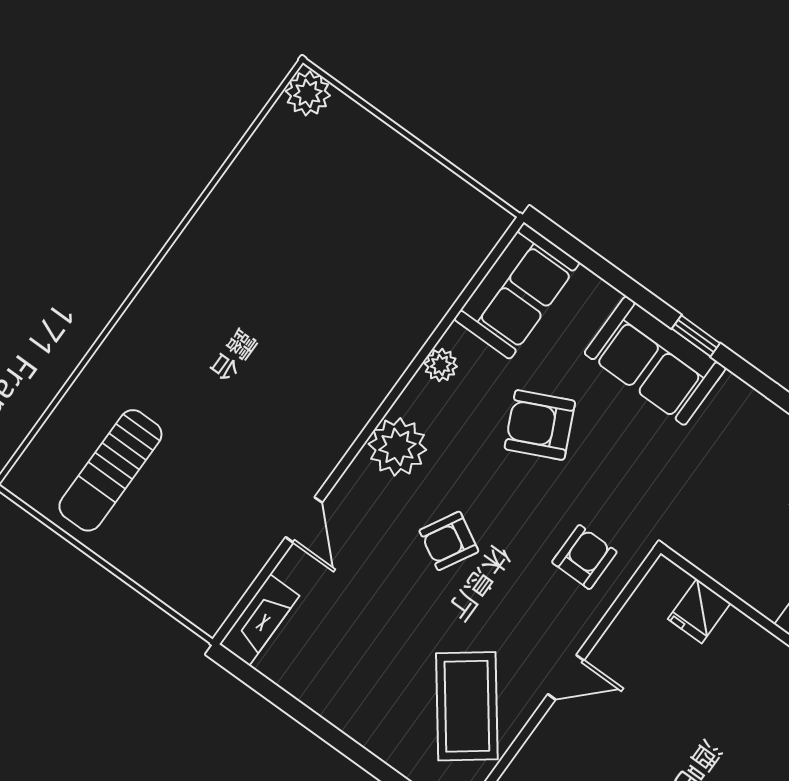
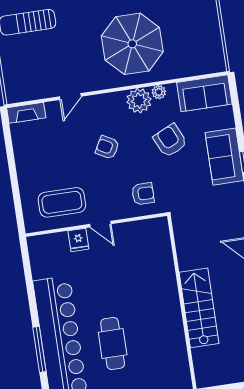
parasol: (317, 331) -> (132, 44), added
plant: (397, 447) -> (139, 101), moved
fridge: (699, 611) -> (78, 240), moved, turned -90
coffee table: (467, 706) -> (62, 202), turned 37

